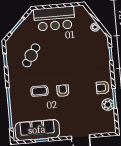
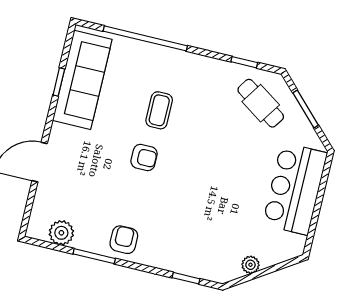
cafe table: (31, 55) -> (261, 103), moved
plant: (108, 105) -> (61, 233), moved

